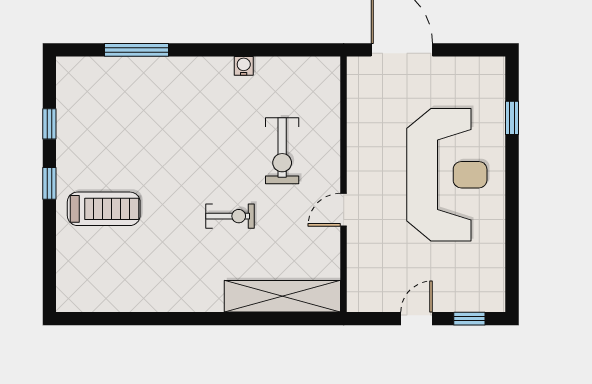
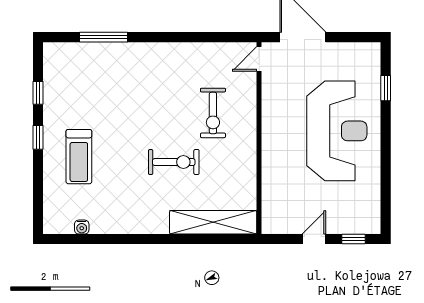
water cooler: (244, 66) -> (82, 227), moved, turned 180
treadmill: (104, 209) -> (79, 157), turned 90
door: (344, 210) -> (259, 59), moved
exercise bike: (230, 216) -> (174, 162), width x1.38, depth x1.39

